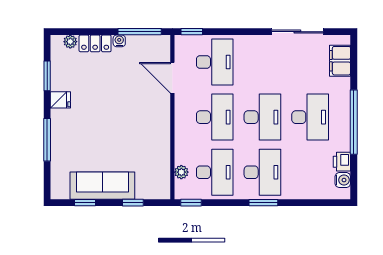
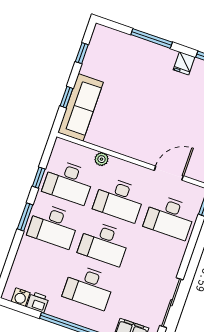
plant: (181, 172) -> (101, 159), moved
sofa: (102, 186) -> (81, 107), moved
window: (191, 203) -> (39, 178), moved

